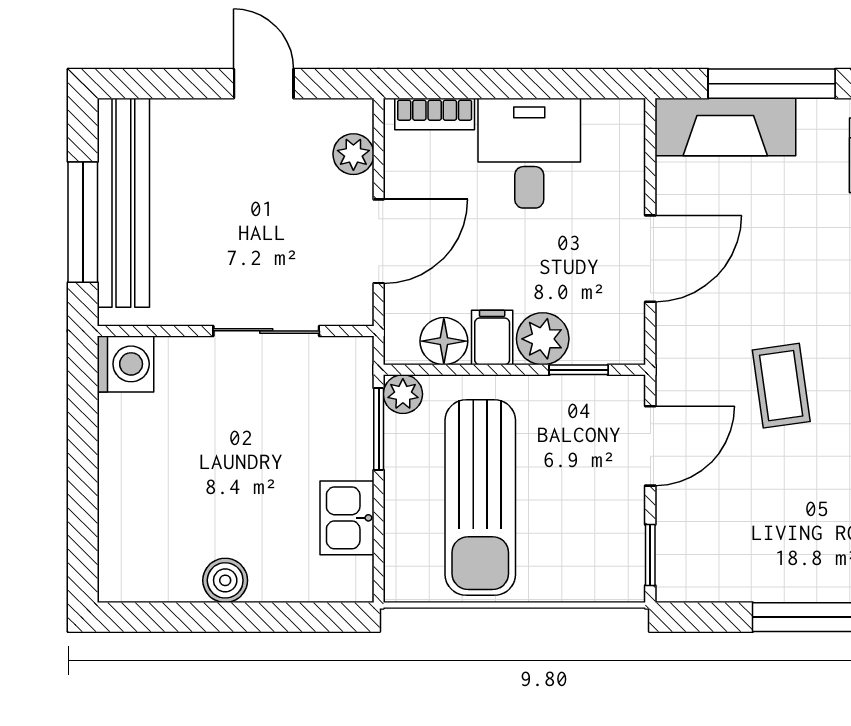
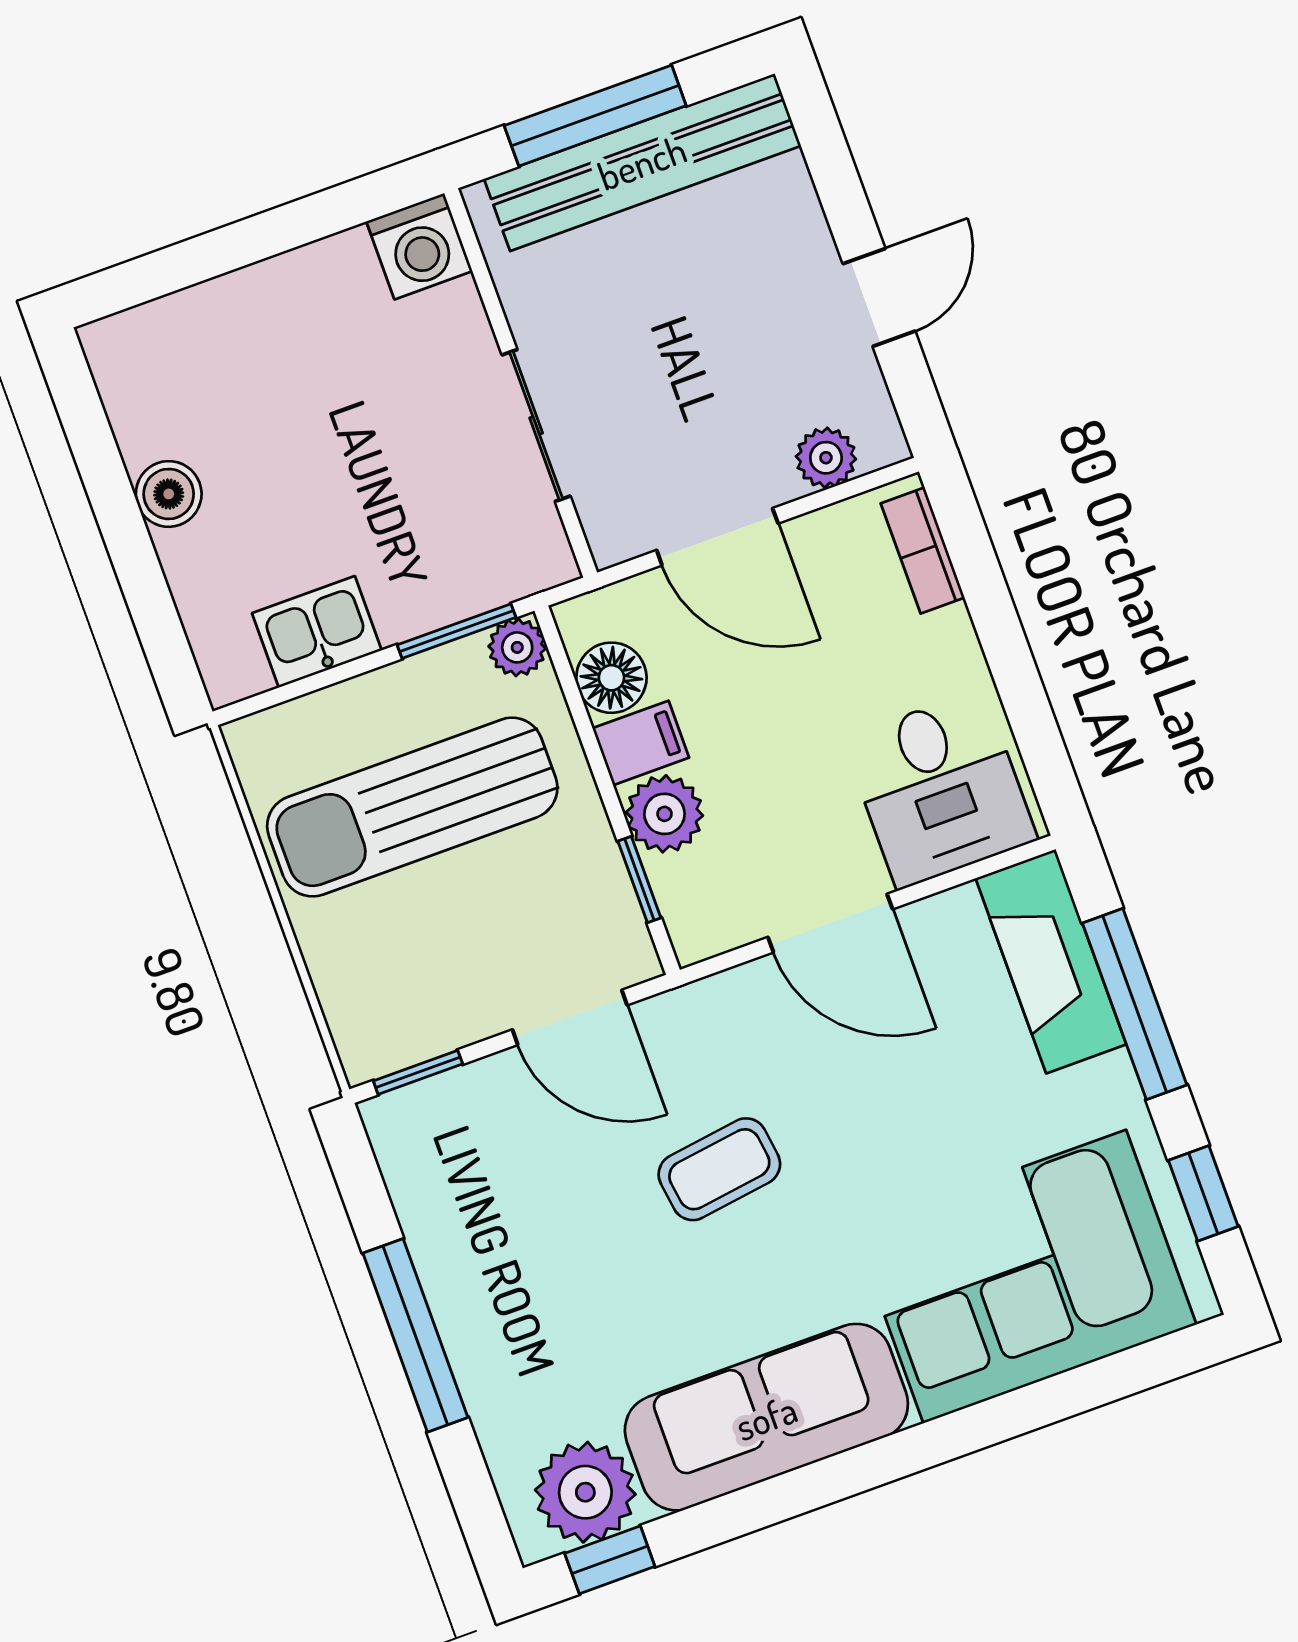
desk: (529, 153) -> (940, 789), moved, turned 90

